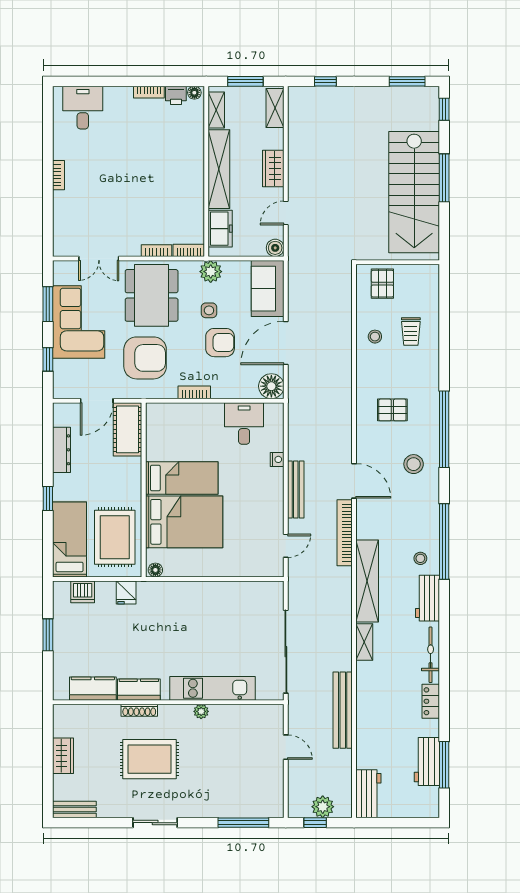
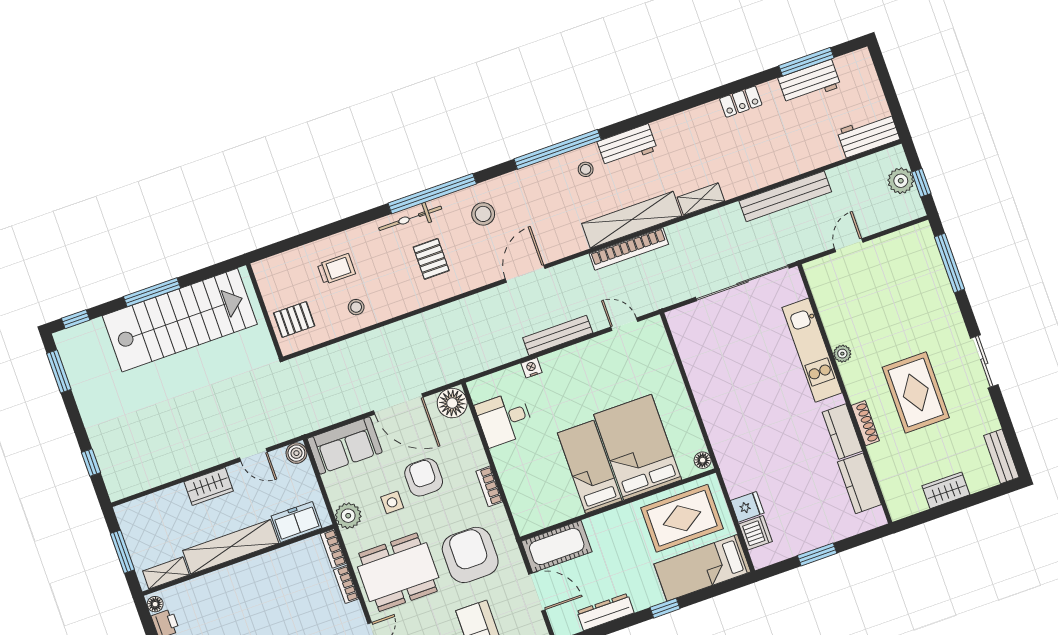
shelving: (275, 108) -> (141, 508), removed
bookcase: (345, 533) -> (629, 249), moved
fridge: (126, 592) -> (747, 507), moved
bicycle: (431, 655) -> (410, 218), moved

